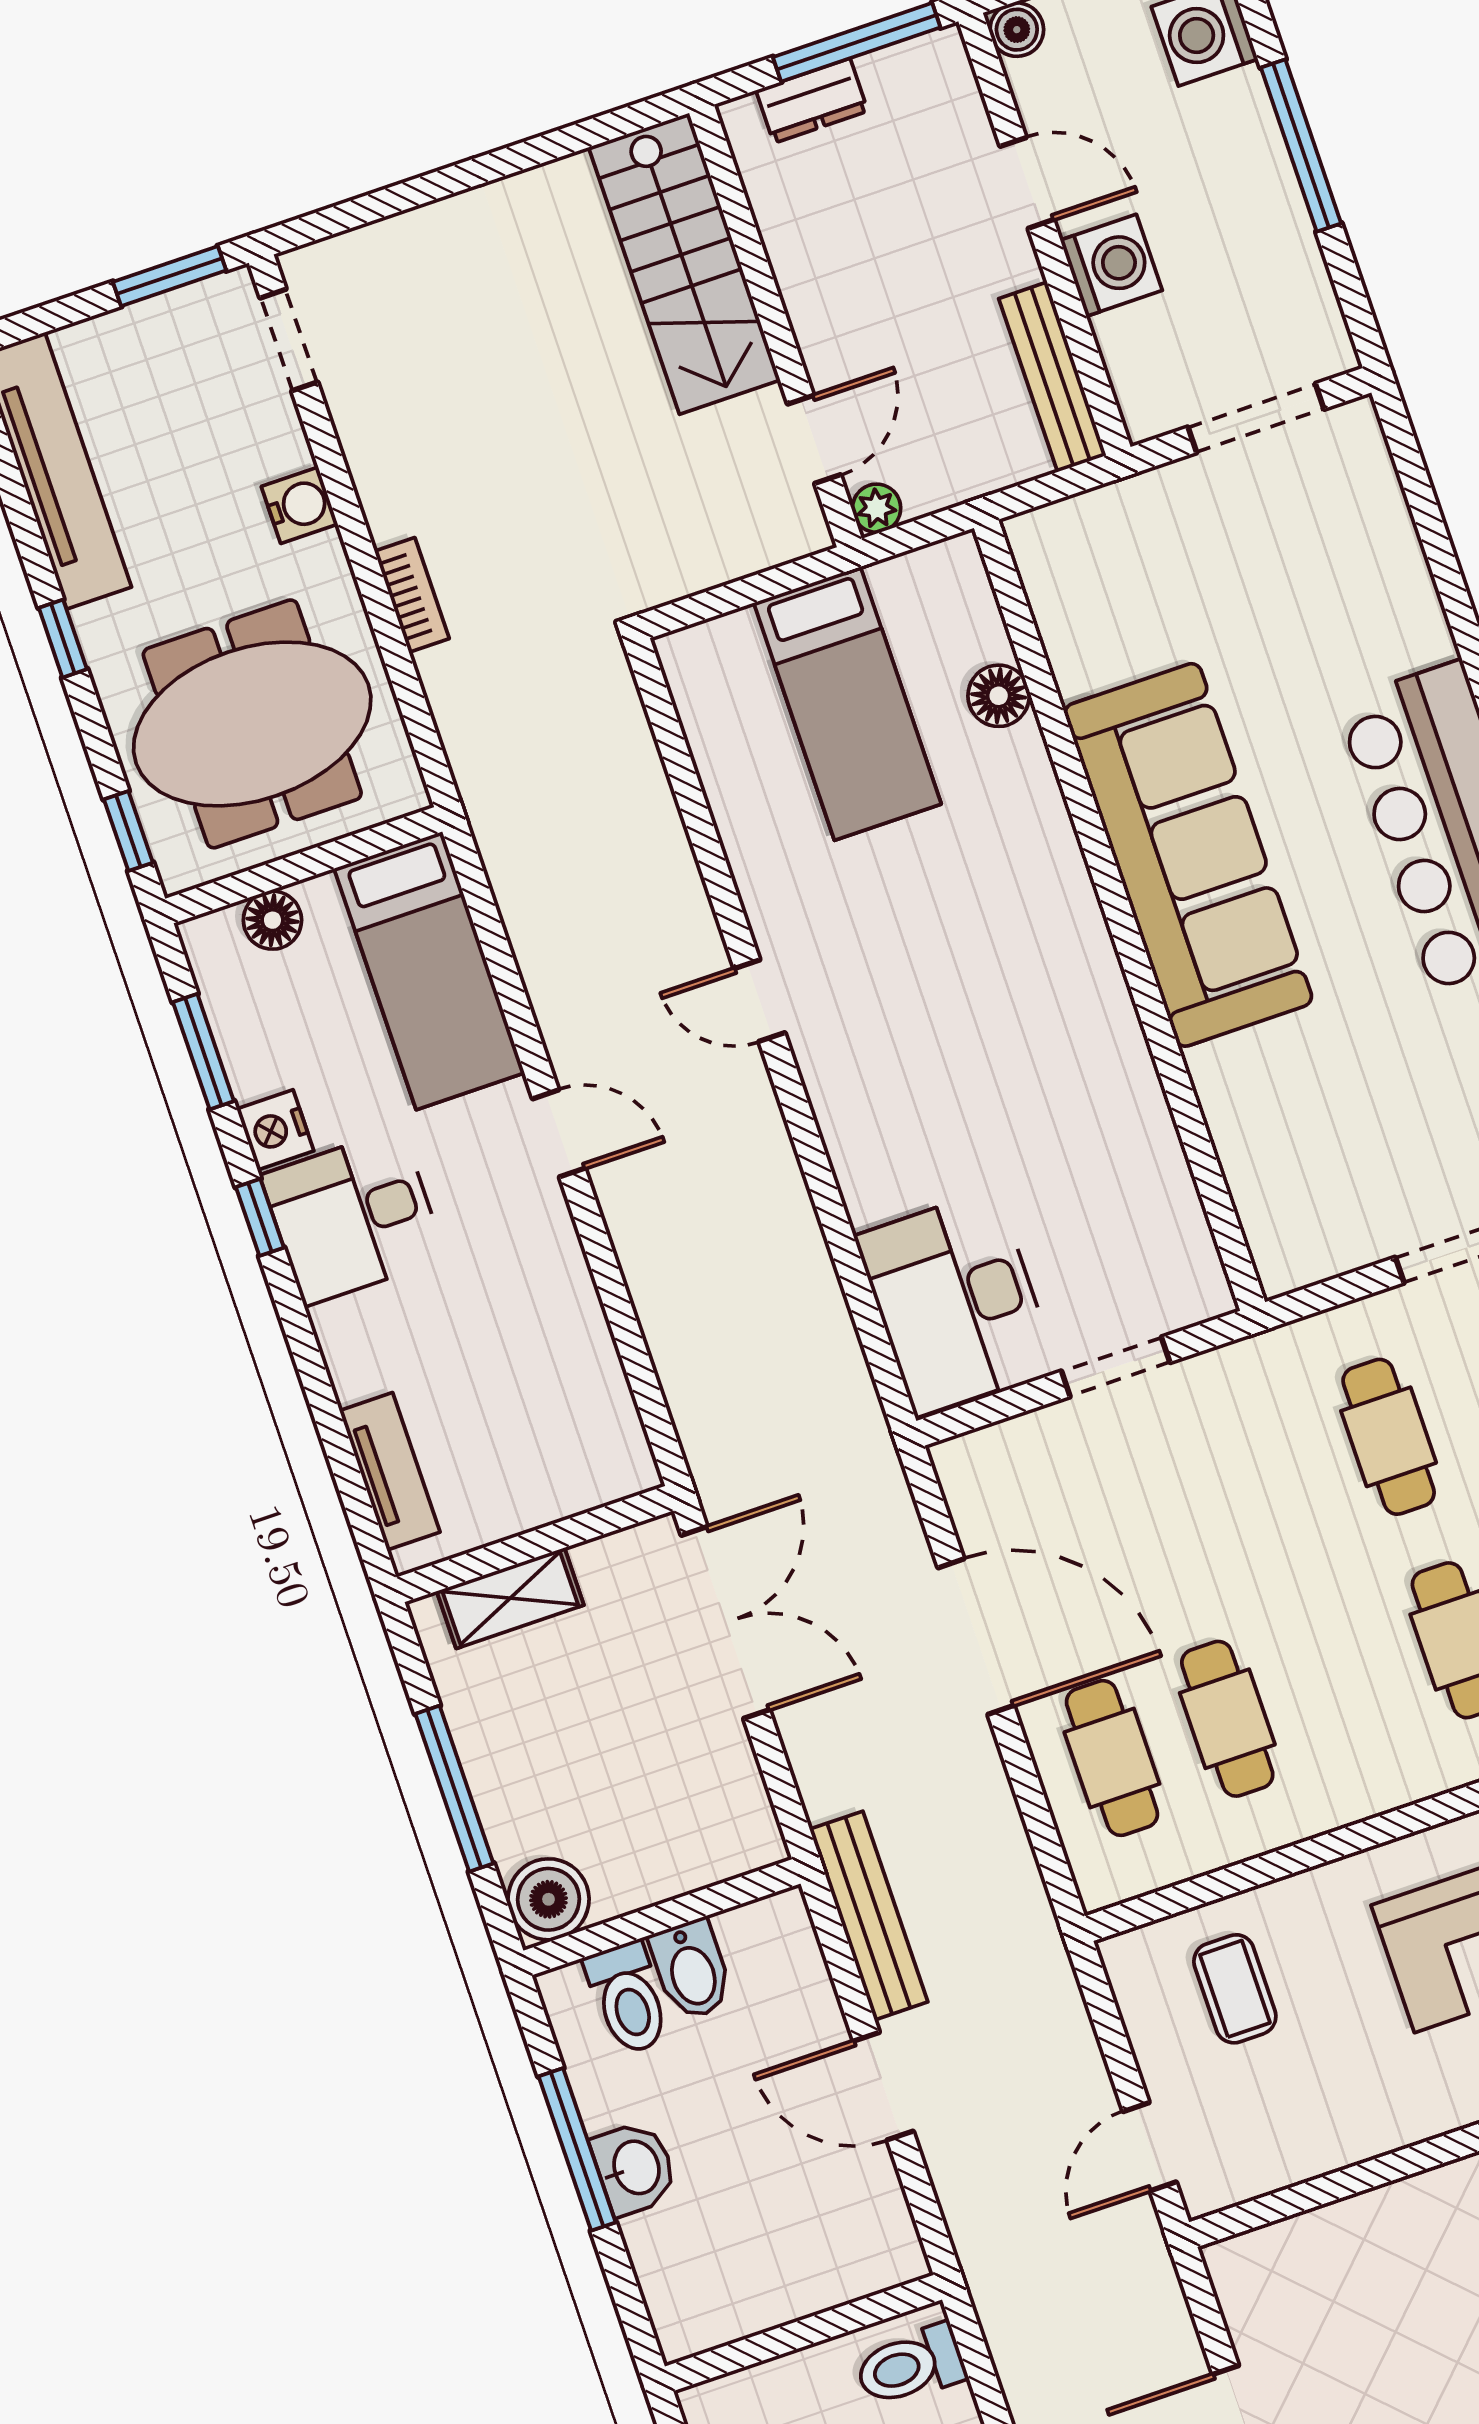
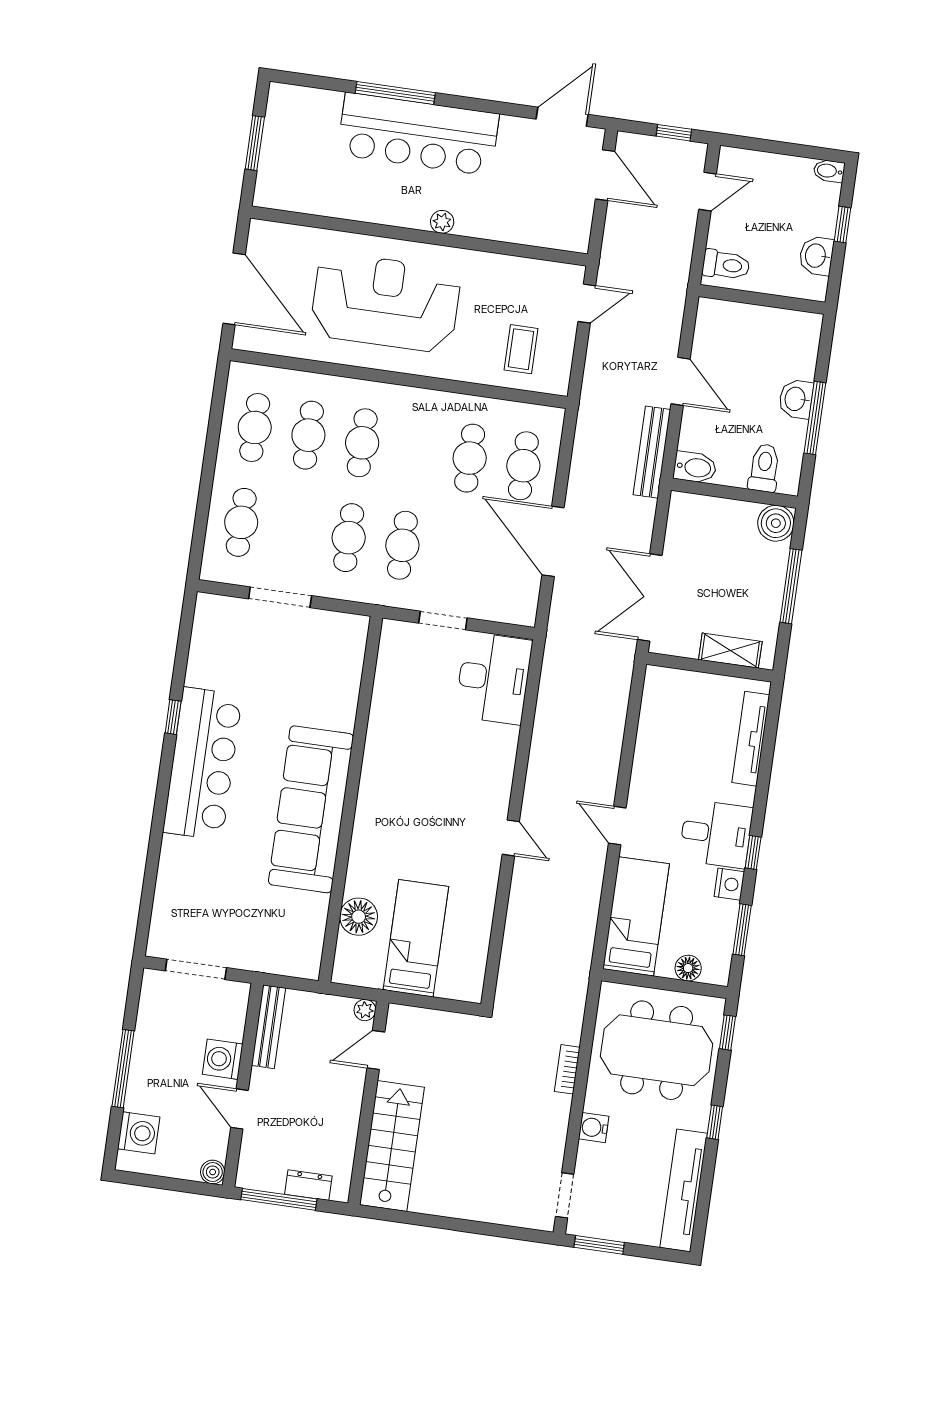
floor lamp: (999, 696) -> (359, 917), width x1.38, depth x1.38
tv unit: (390, 1471) -> (751, 739), width x1.41
cafe table: (1273, 1476) -> (402, 545), added
bidet: (691, 1970) -> (695, 467), moved, turned 90

